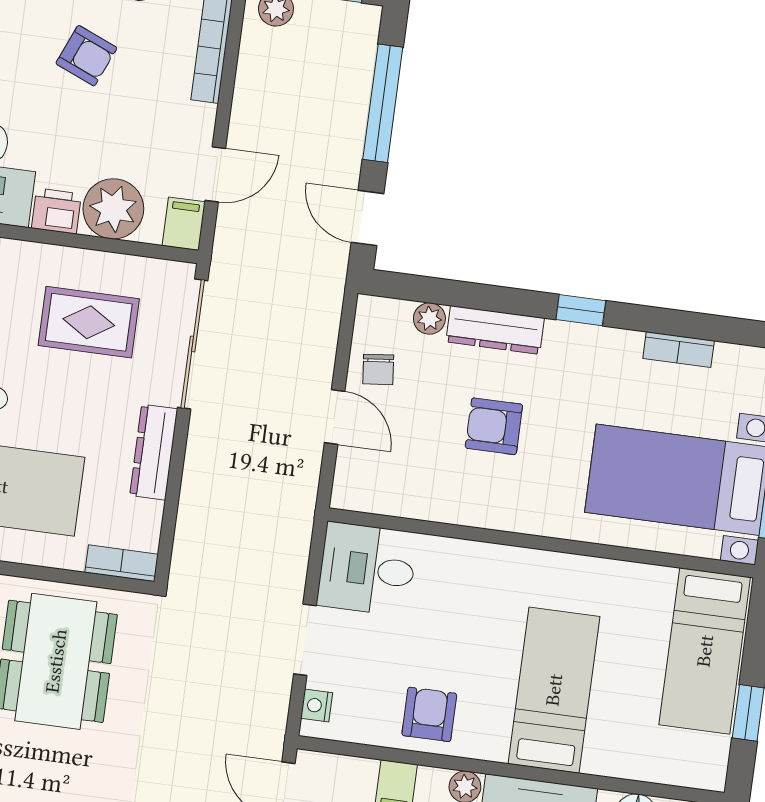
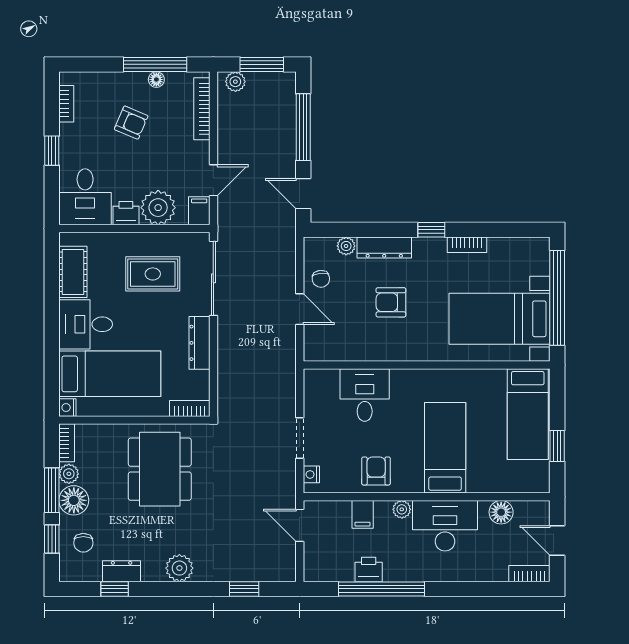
bookcase: (679, 350) -> (467, 245), moved
desk: (367, 569) -> (365, 395), moved, turned 90

